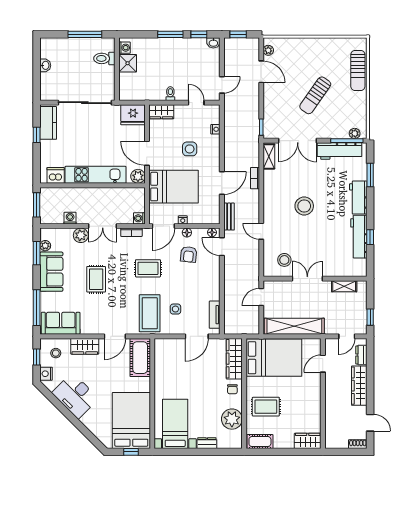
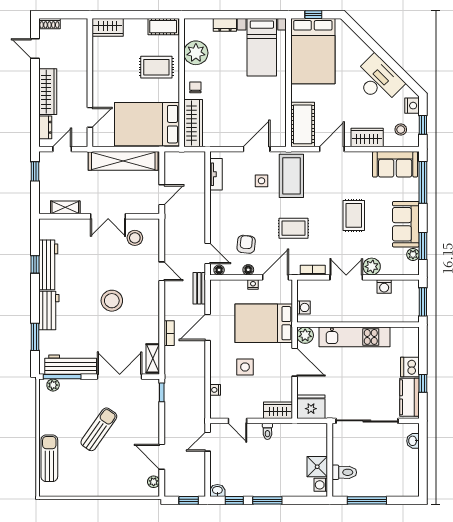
washbasin: (45, 65) -> (413, 441), moved
dishwasher: (56, 175) -> (410, 367), moved, turned 90
washing machine: (139, 218) -> (304, 307), moved
door: (197, 336) -> (257, 149), moved

